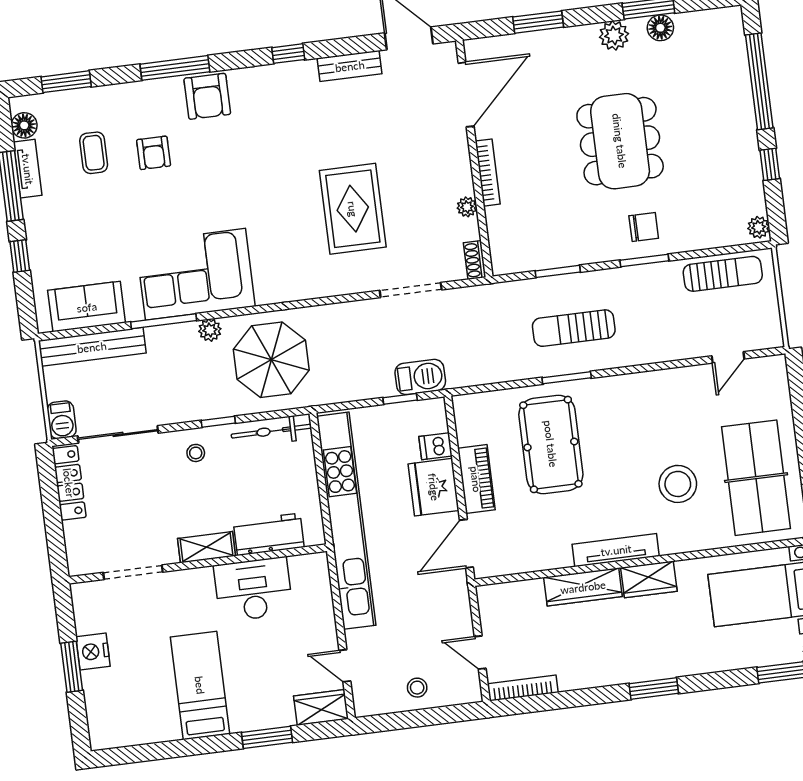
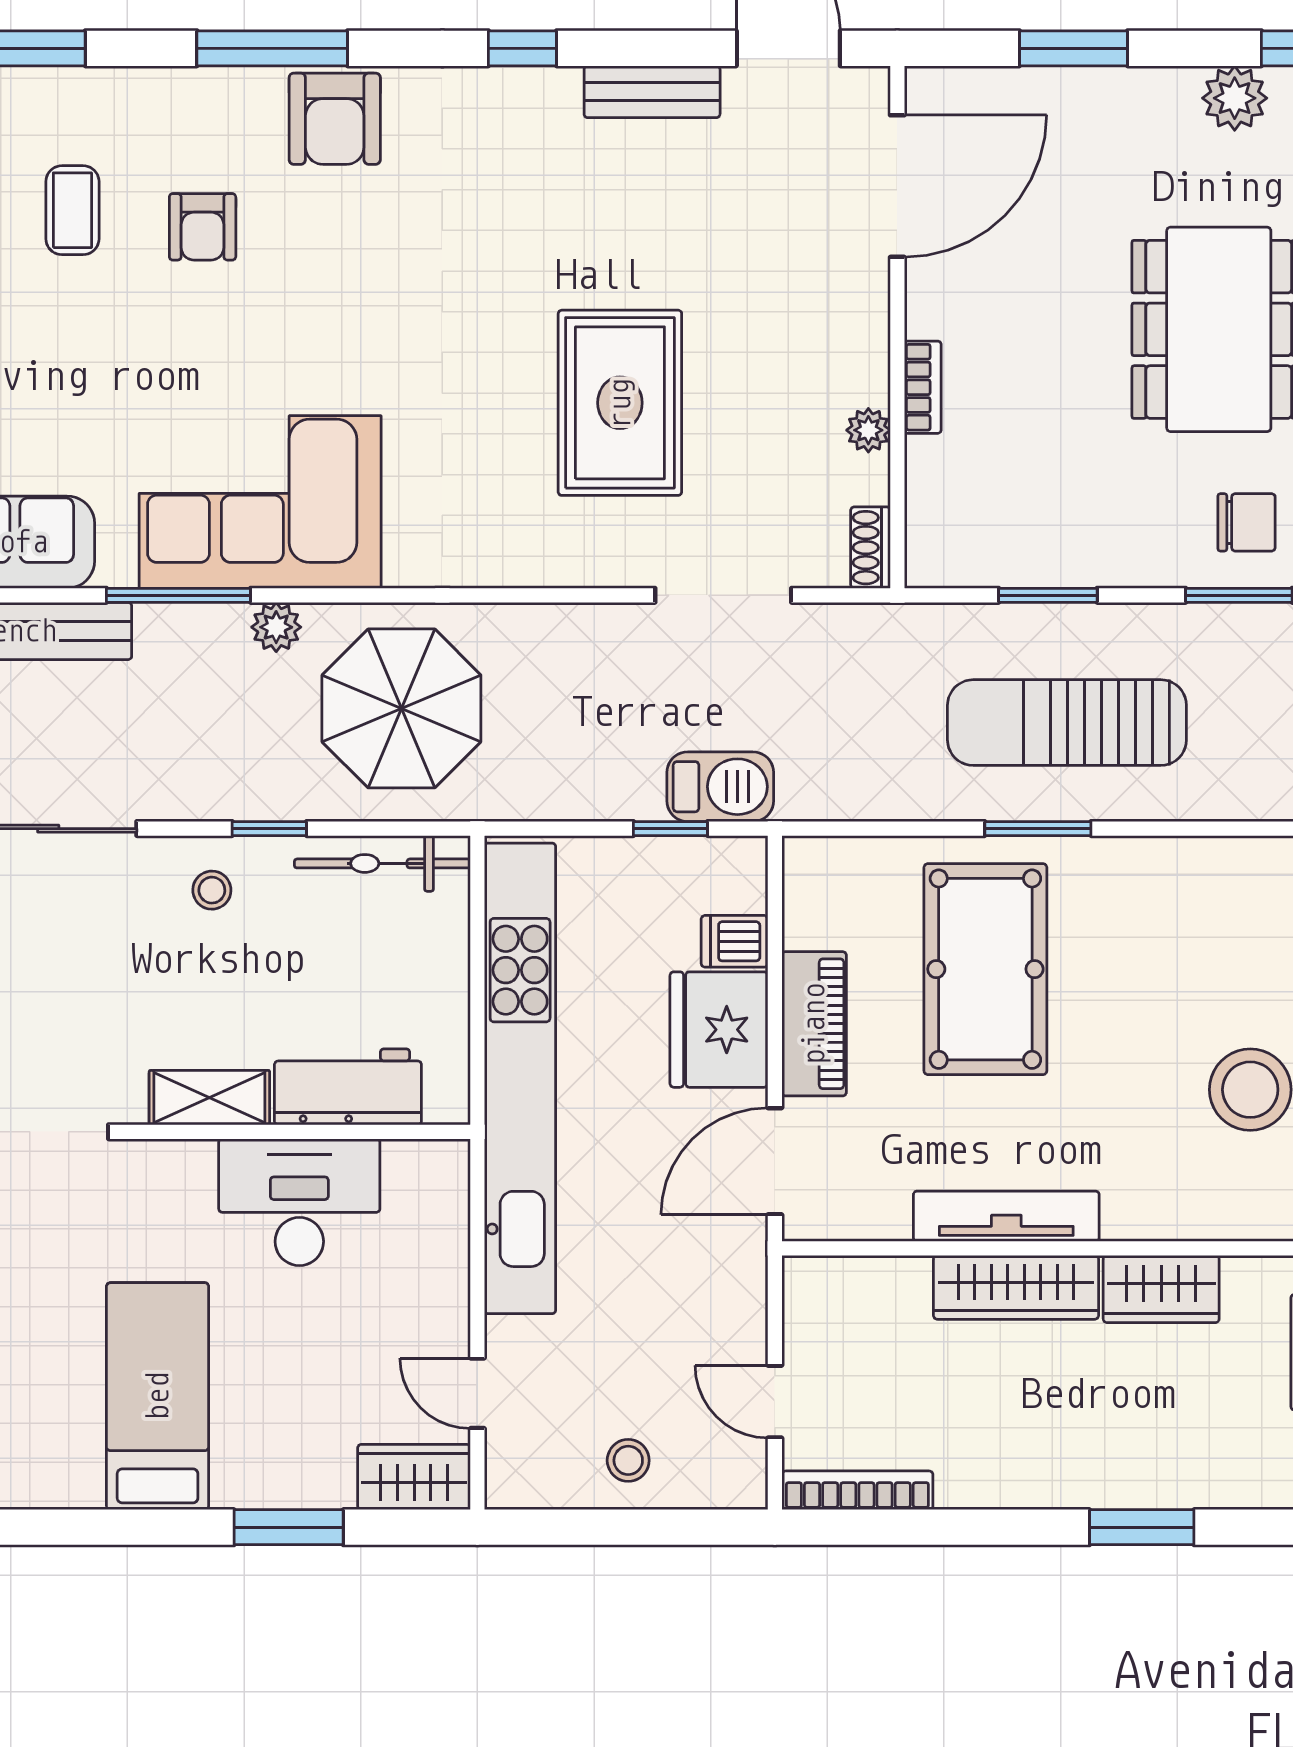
bookcase: (488, 173) -> (923, 387), width x0.64
sun lounger: (574, 328) -> (1067, 723), width x1.36, depth x1.34
tv unit: (616, 550) -> (1006, 1216), moved

